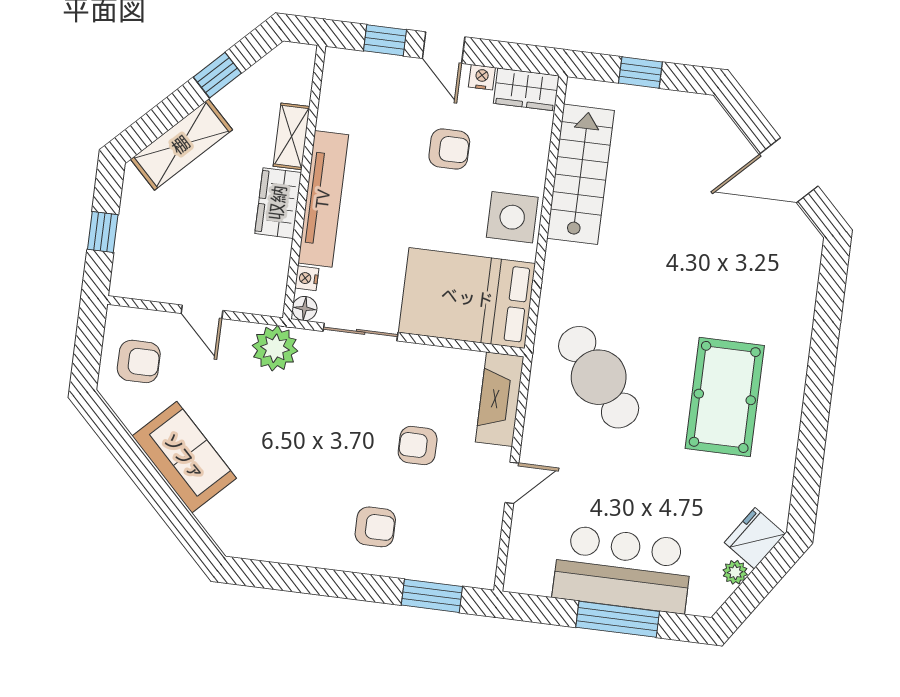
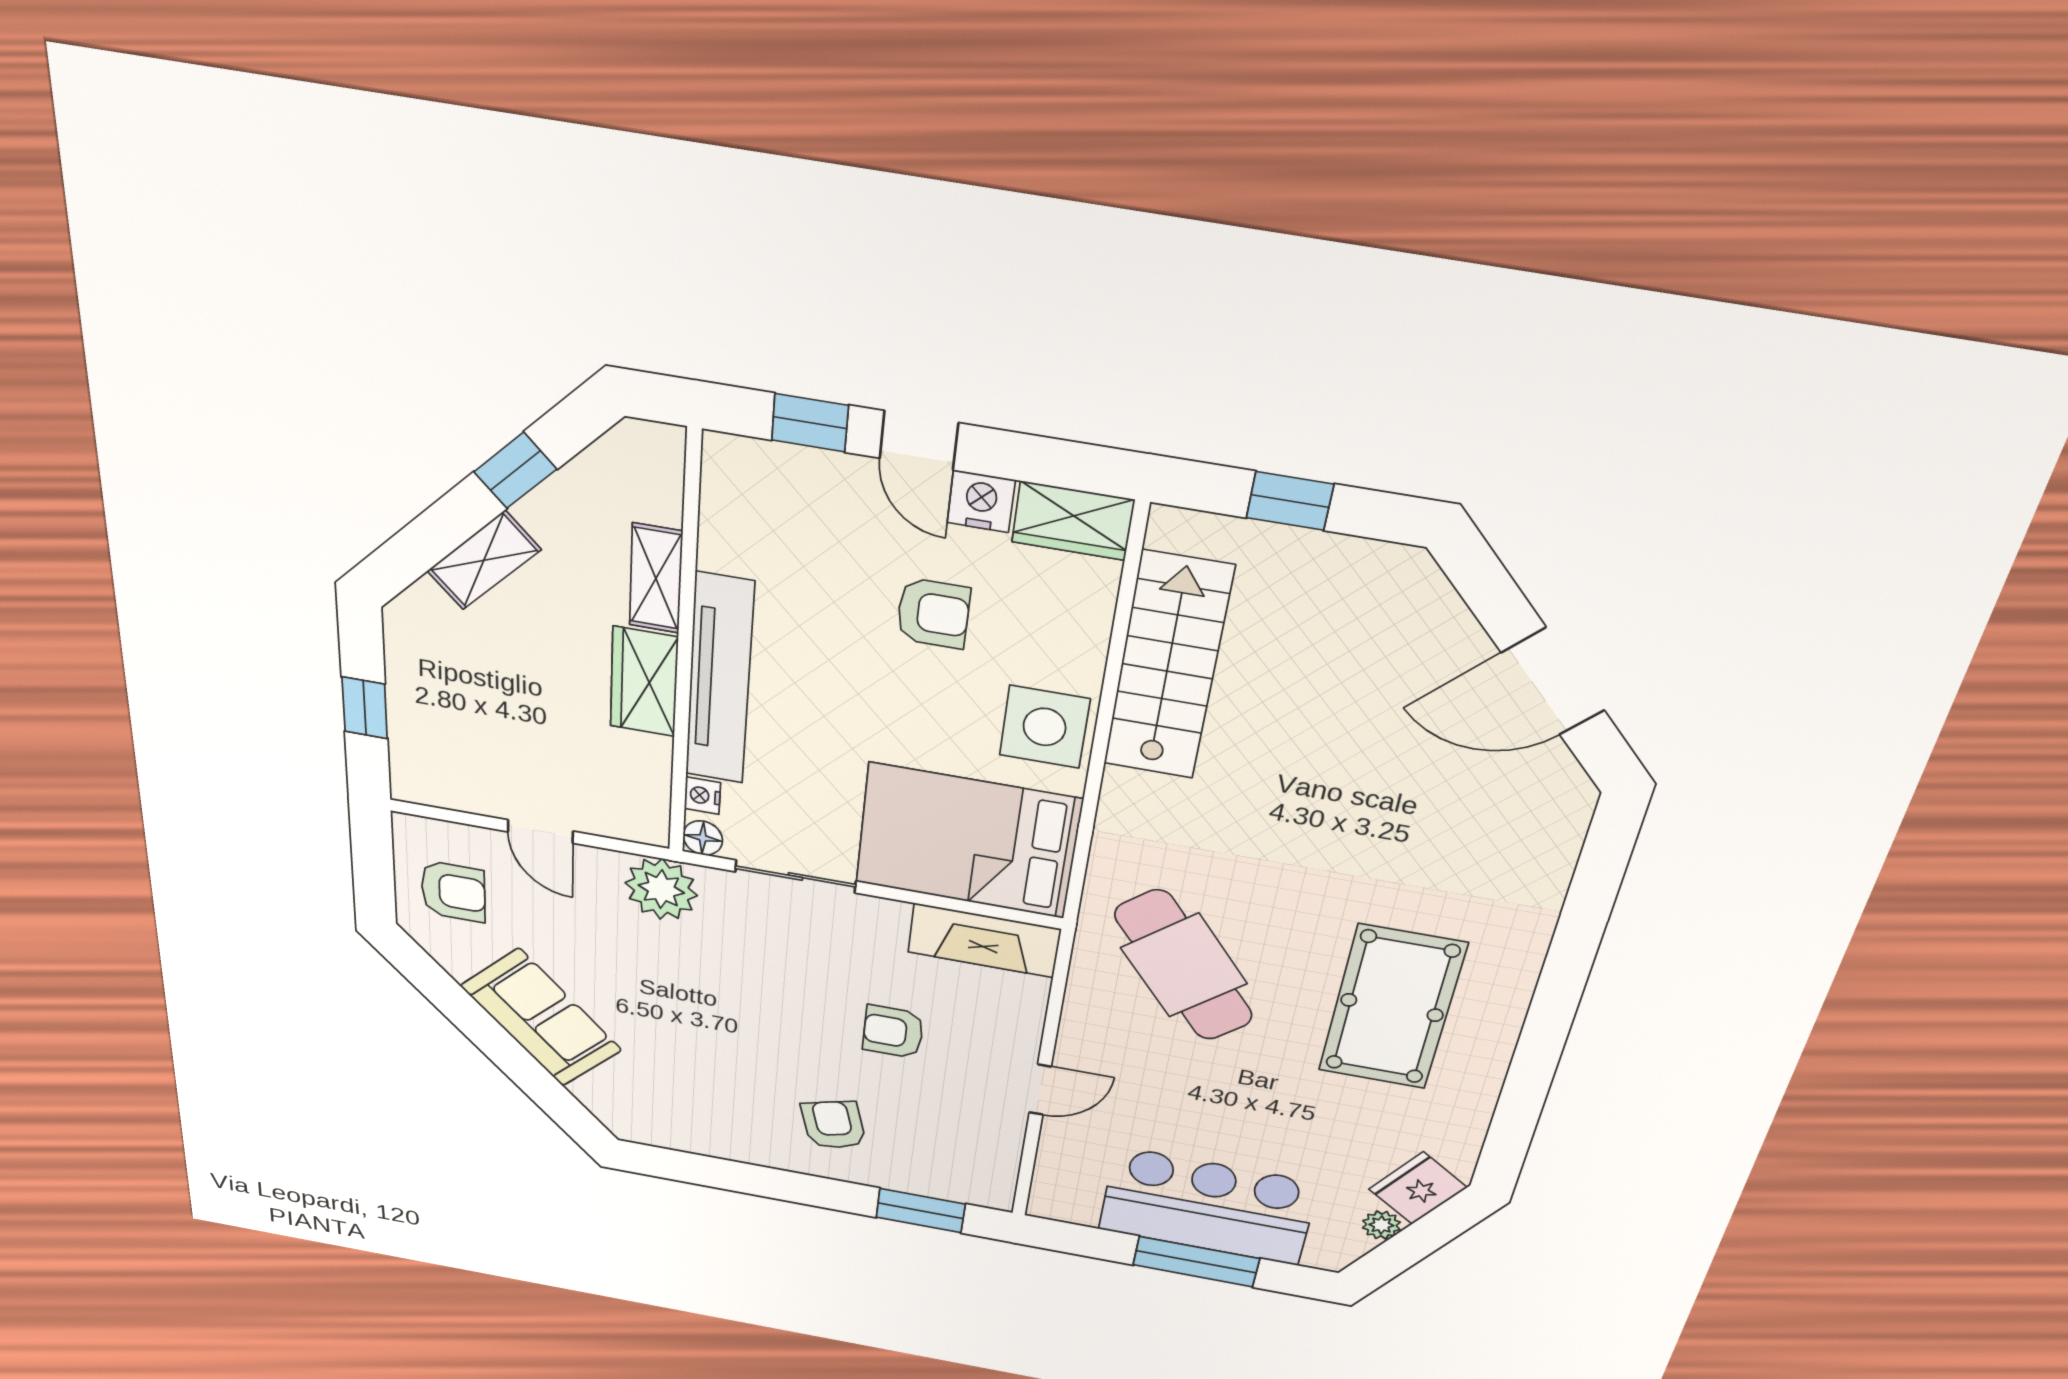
nightstand: (482, 77) -> (981, 501), width x1.39, depth x1.35
shelving: (181, 145) -> (484, 560), width x0.67, depth x0.75
fireplace: (500, 399) -> (984, 940), moved, turned -90
armchair: (375, 527) -> (834, 1125), turned -106

